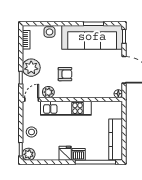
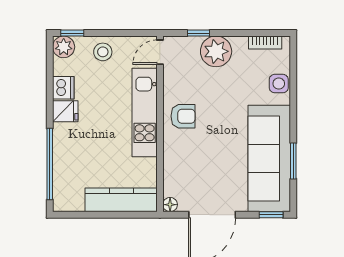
armchair: (65, 74) -> (183, 116), moved, turned -90
plant: (48, 92) -> (173, 82), removed
door: (32, 99) -> (160, 52), swing flipped
kitchen counter: (116, 139) -> (121, 200), moved
dishwasher: (79, 154) -> (63, 88), moved

